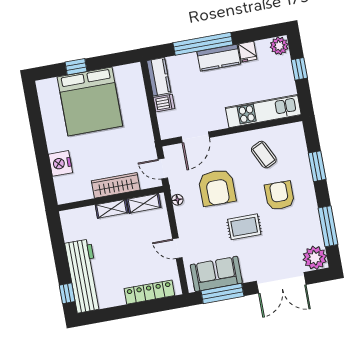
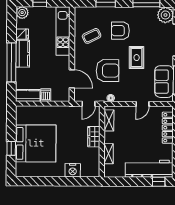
wardrobe: (116, 185) -> (94, 137), width x0.67
shelving: (112, 209) -> (109, 154), moved

